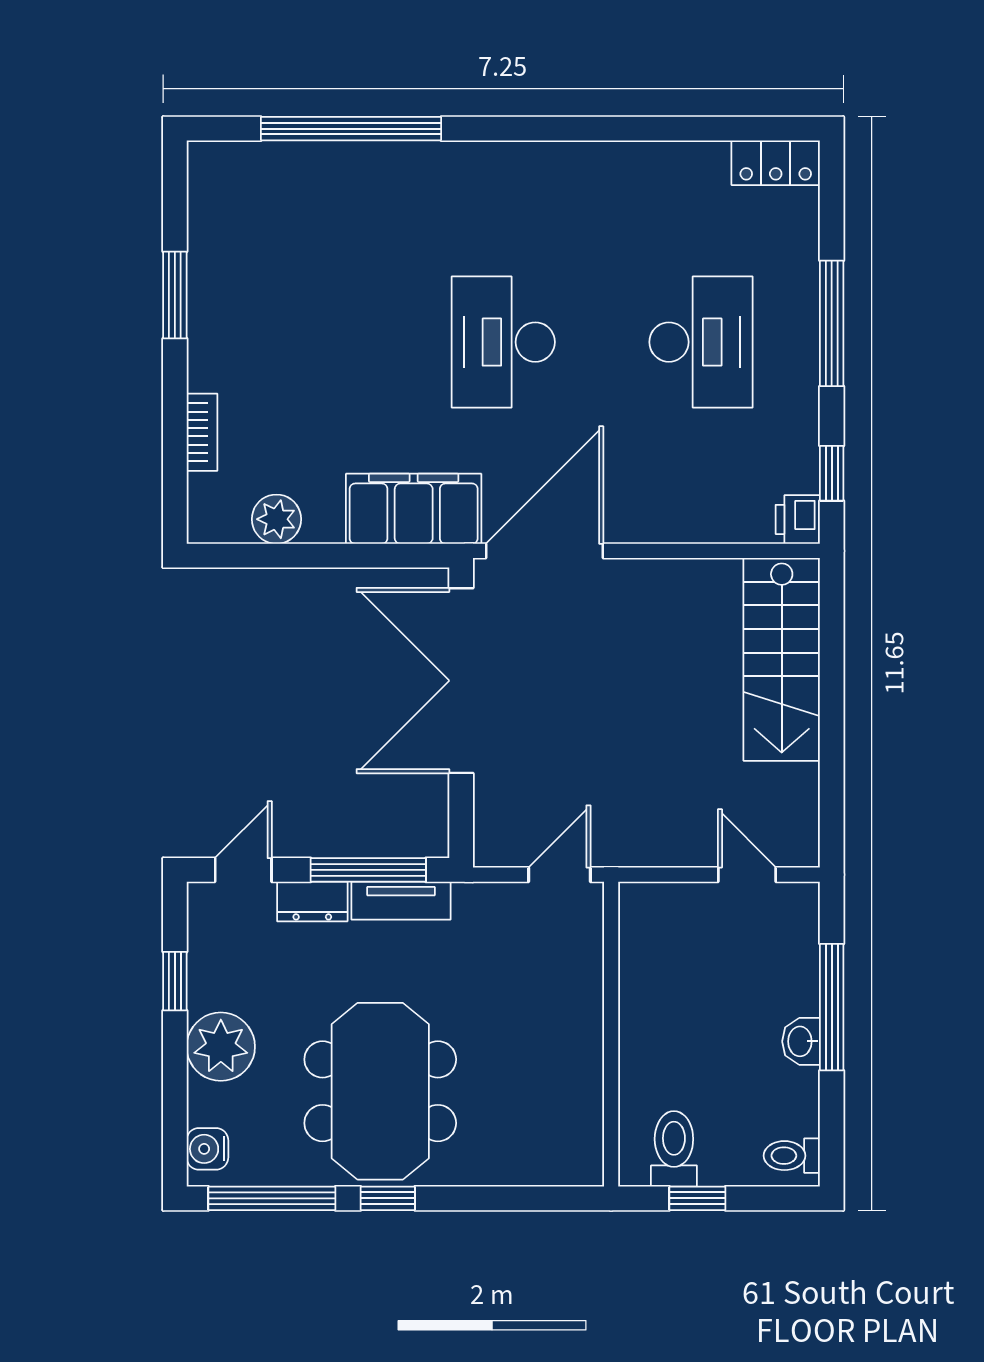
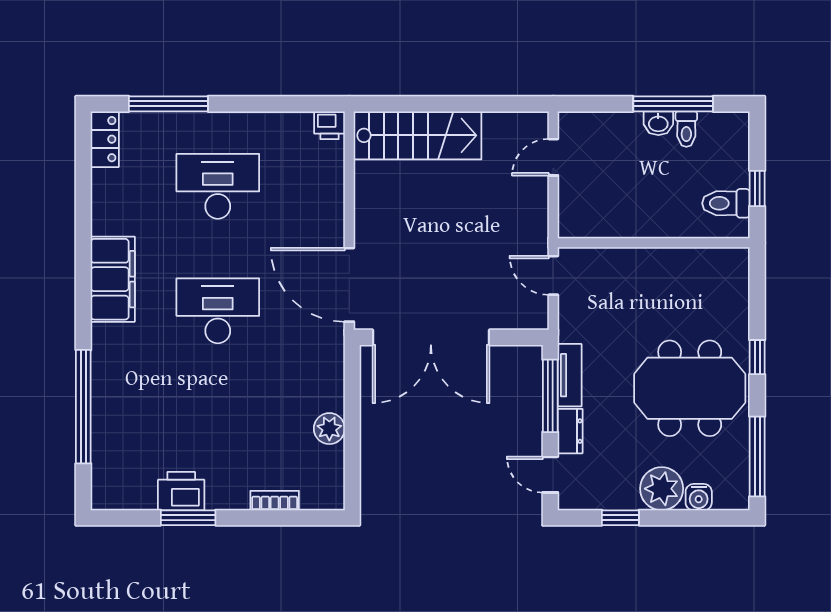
printer: (217, 284) -> (181, 491), added
window: (832, 323) -> (168, 104), moved
desk: (503, 342) -> (218, 311), turned 180
window: (832, 473) -> (300, 104), removed
filing cabinet: (414, 509) -> (113, 279), moved, turned 180
plant: (276, 519) -> (329, 429), moved
window: (832, 1007) -> (673, 104), moved
water cooler: (207, 1149) -> (699, 497), moved
toilet: (792, 1156) -> (686, 129), moved
window: (388, 1198) -> (757, 357), moved

